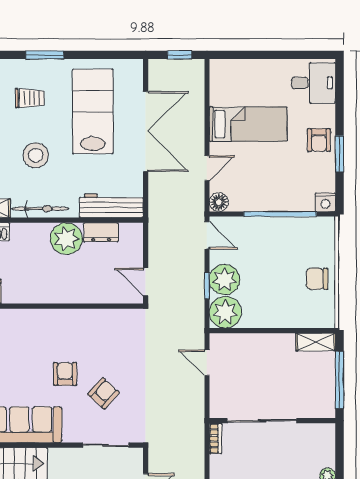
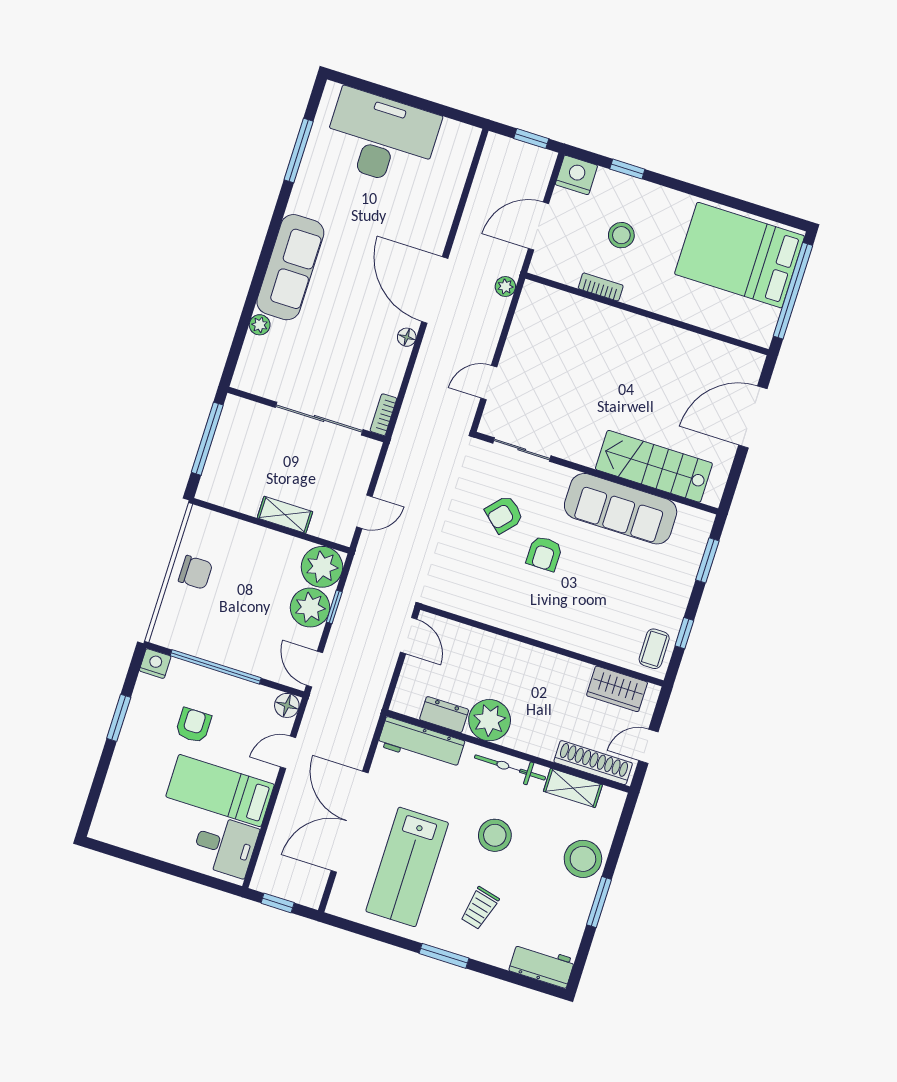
desk: (313, 83) -> (225, 846), moved, turned 180
trolley: (30, 98) -> (480, 908), turned -76
armchair: (319, 140) -> (193, 725), moved
shelving: (316, 342) -> (285, 515), moved
door: (207, 363) -> (364, 512), hinge flipped

